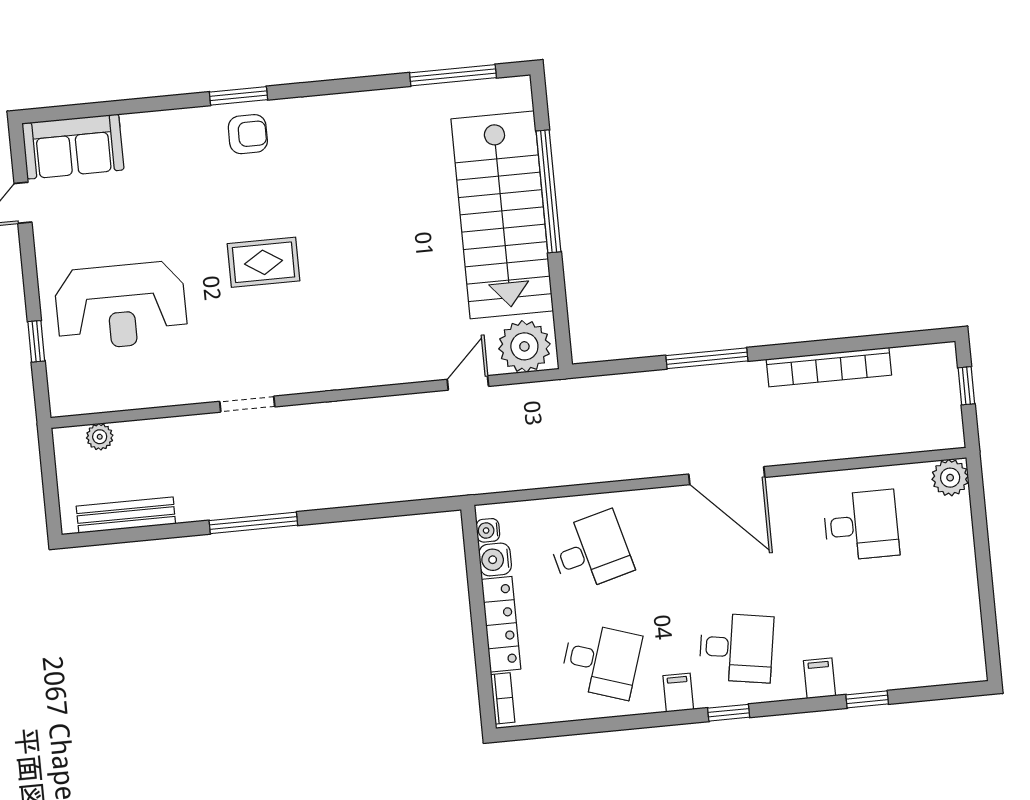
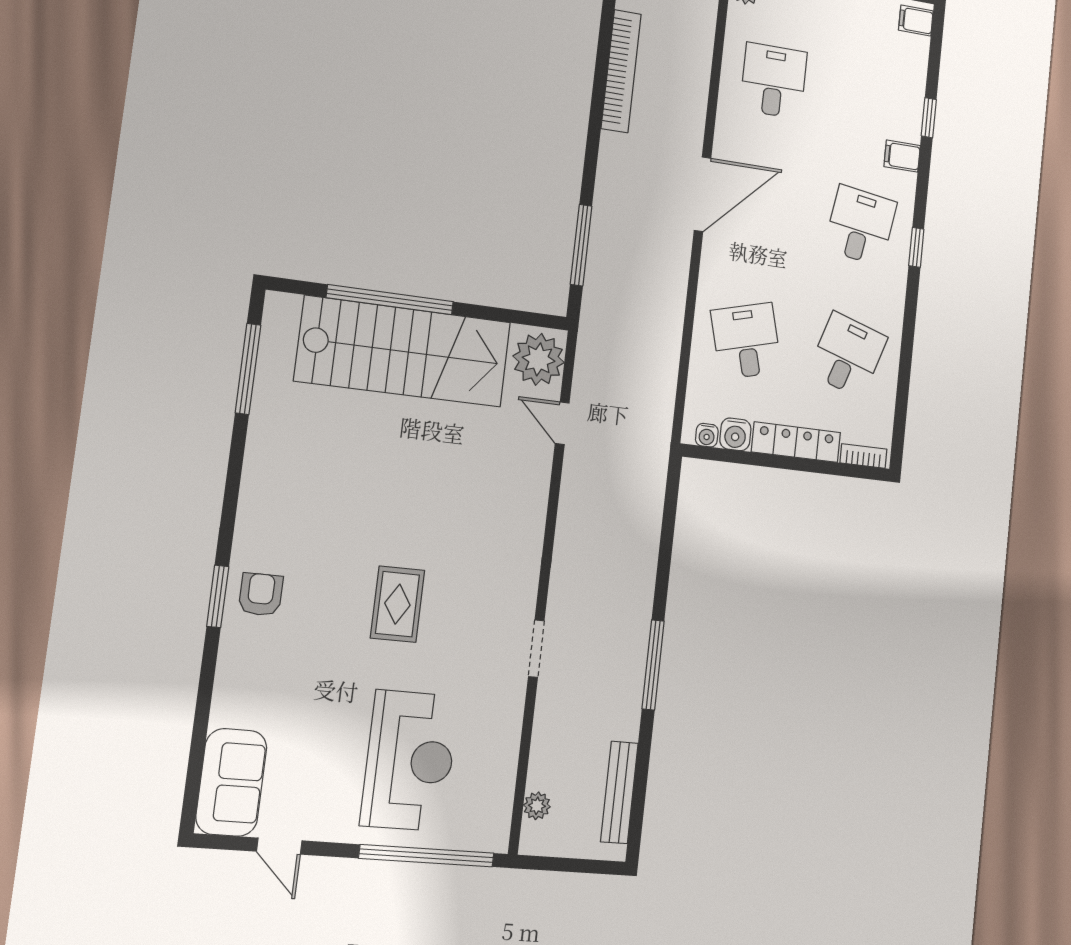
window: (36, 341) -> (427, 856), width x3.17
window: (707, 358) -> (581, 245), moved
filing cabinet: (678, 693) -> (916, 21), moved

